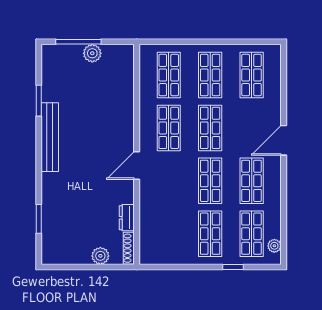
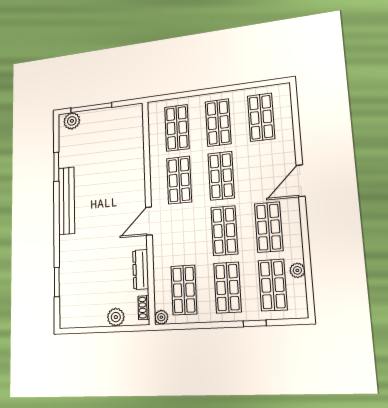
plant: (92, 53) -> (72, 121), moved
dresser: (127, 218) -> (141, 269), width x1.44
shop shelf: (169, 234) -> (184, 290), added
plant: (274, 246) -> (297, 270), moved
shoe rack: (129, 248) -> (144, 308), width x0.70
plant: (146, 258) -> (161, 317), added

